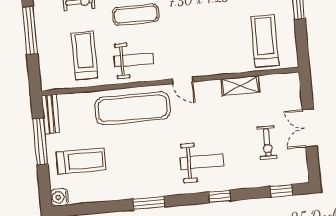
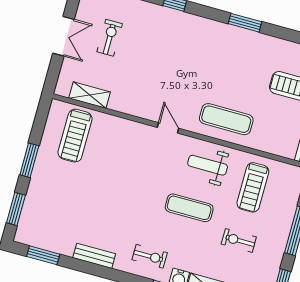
shelving: (240, 86) -> (90, 95), moved
exercise mat: (132, 108) -> (226, 119), width x0.73, depth x0.69
weight bench: (202, 162) -> (179, 43), removed

